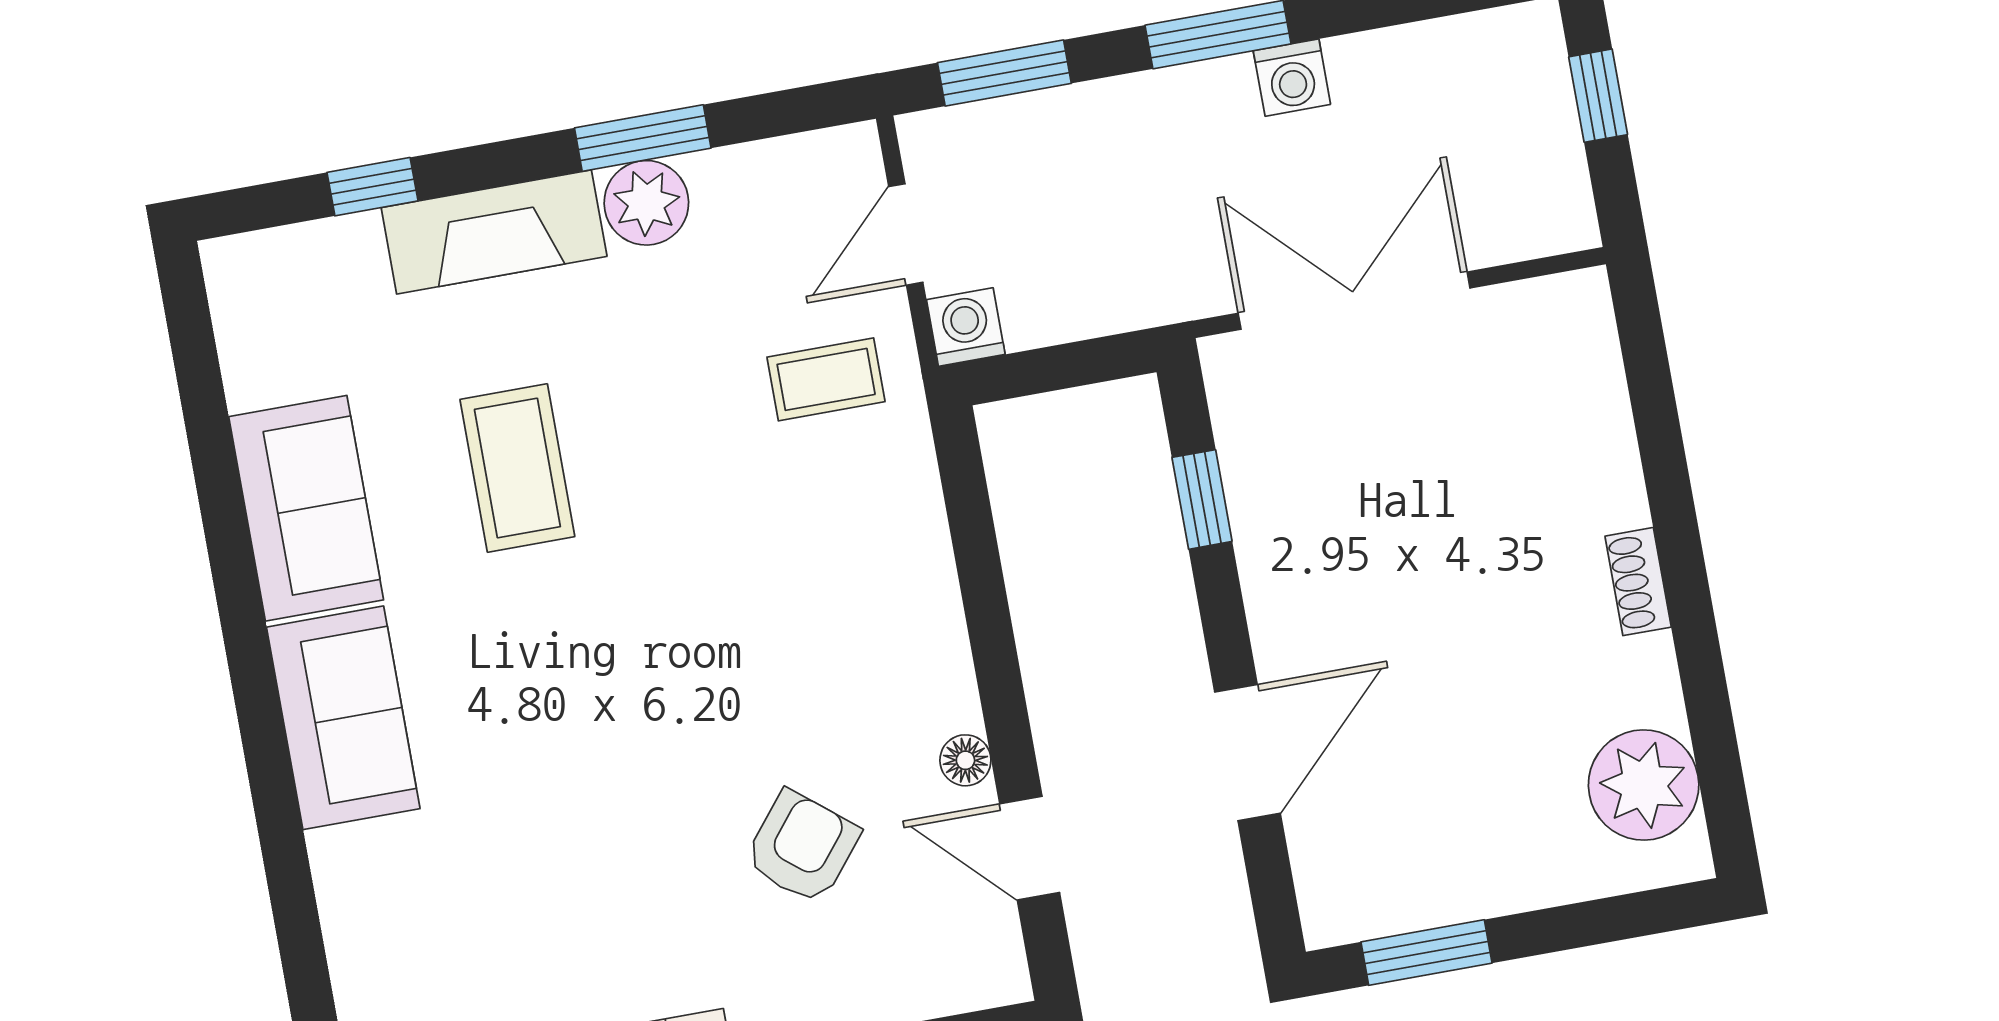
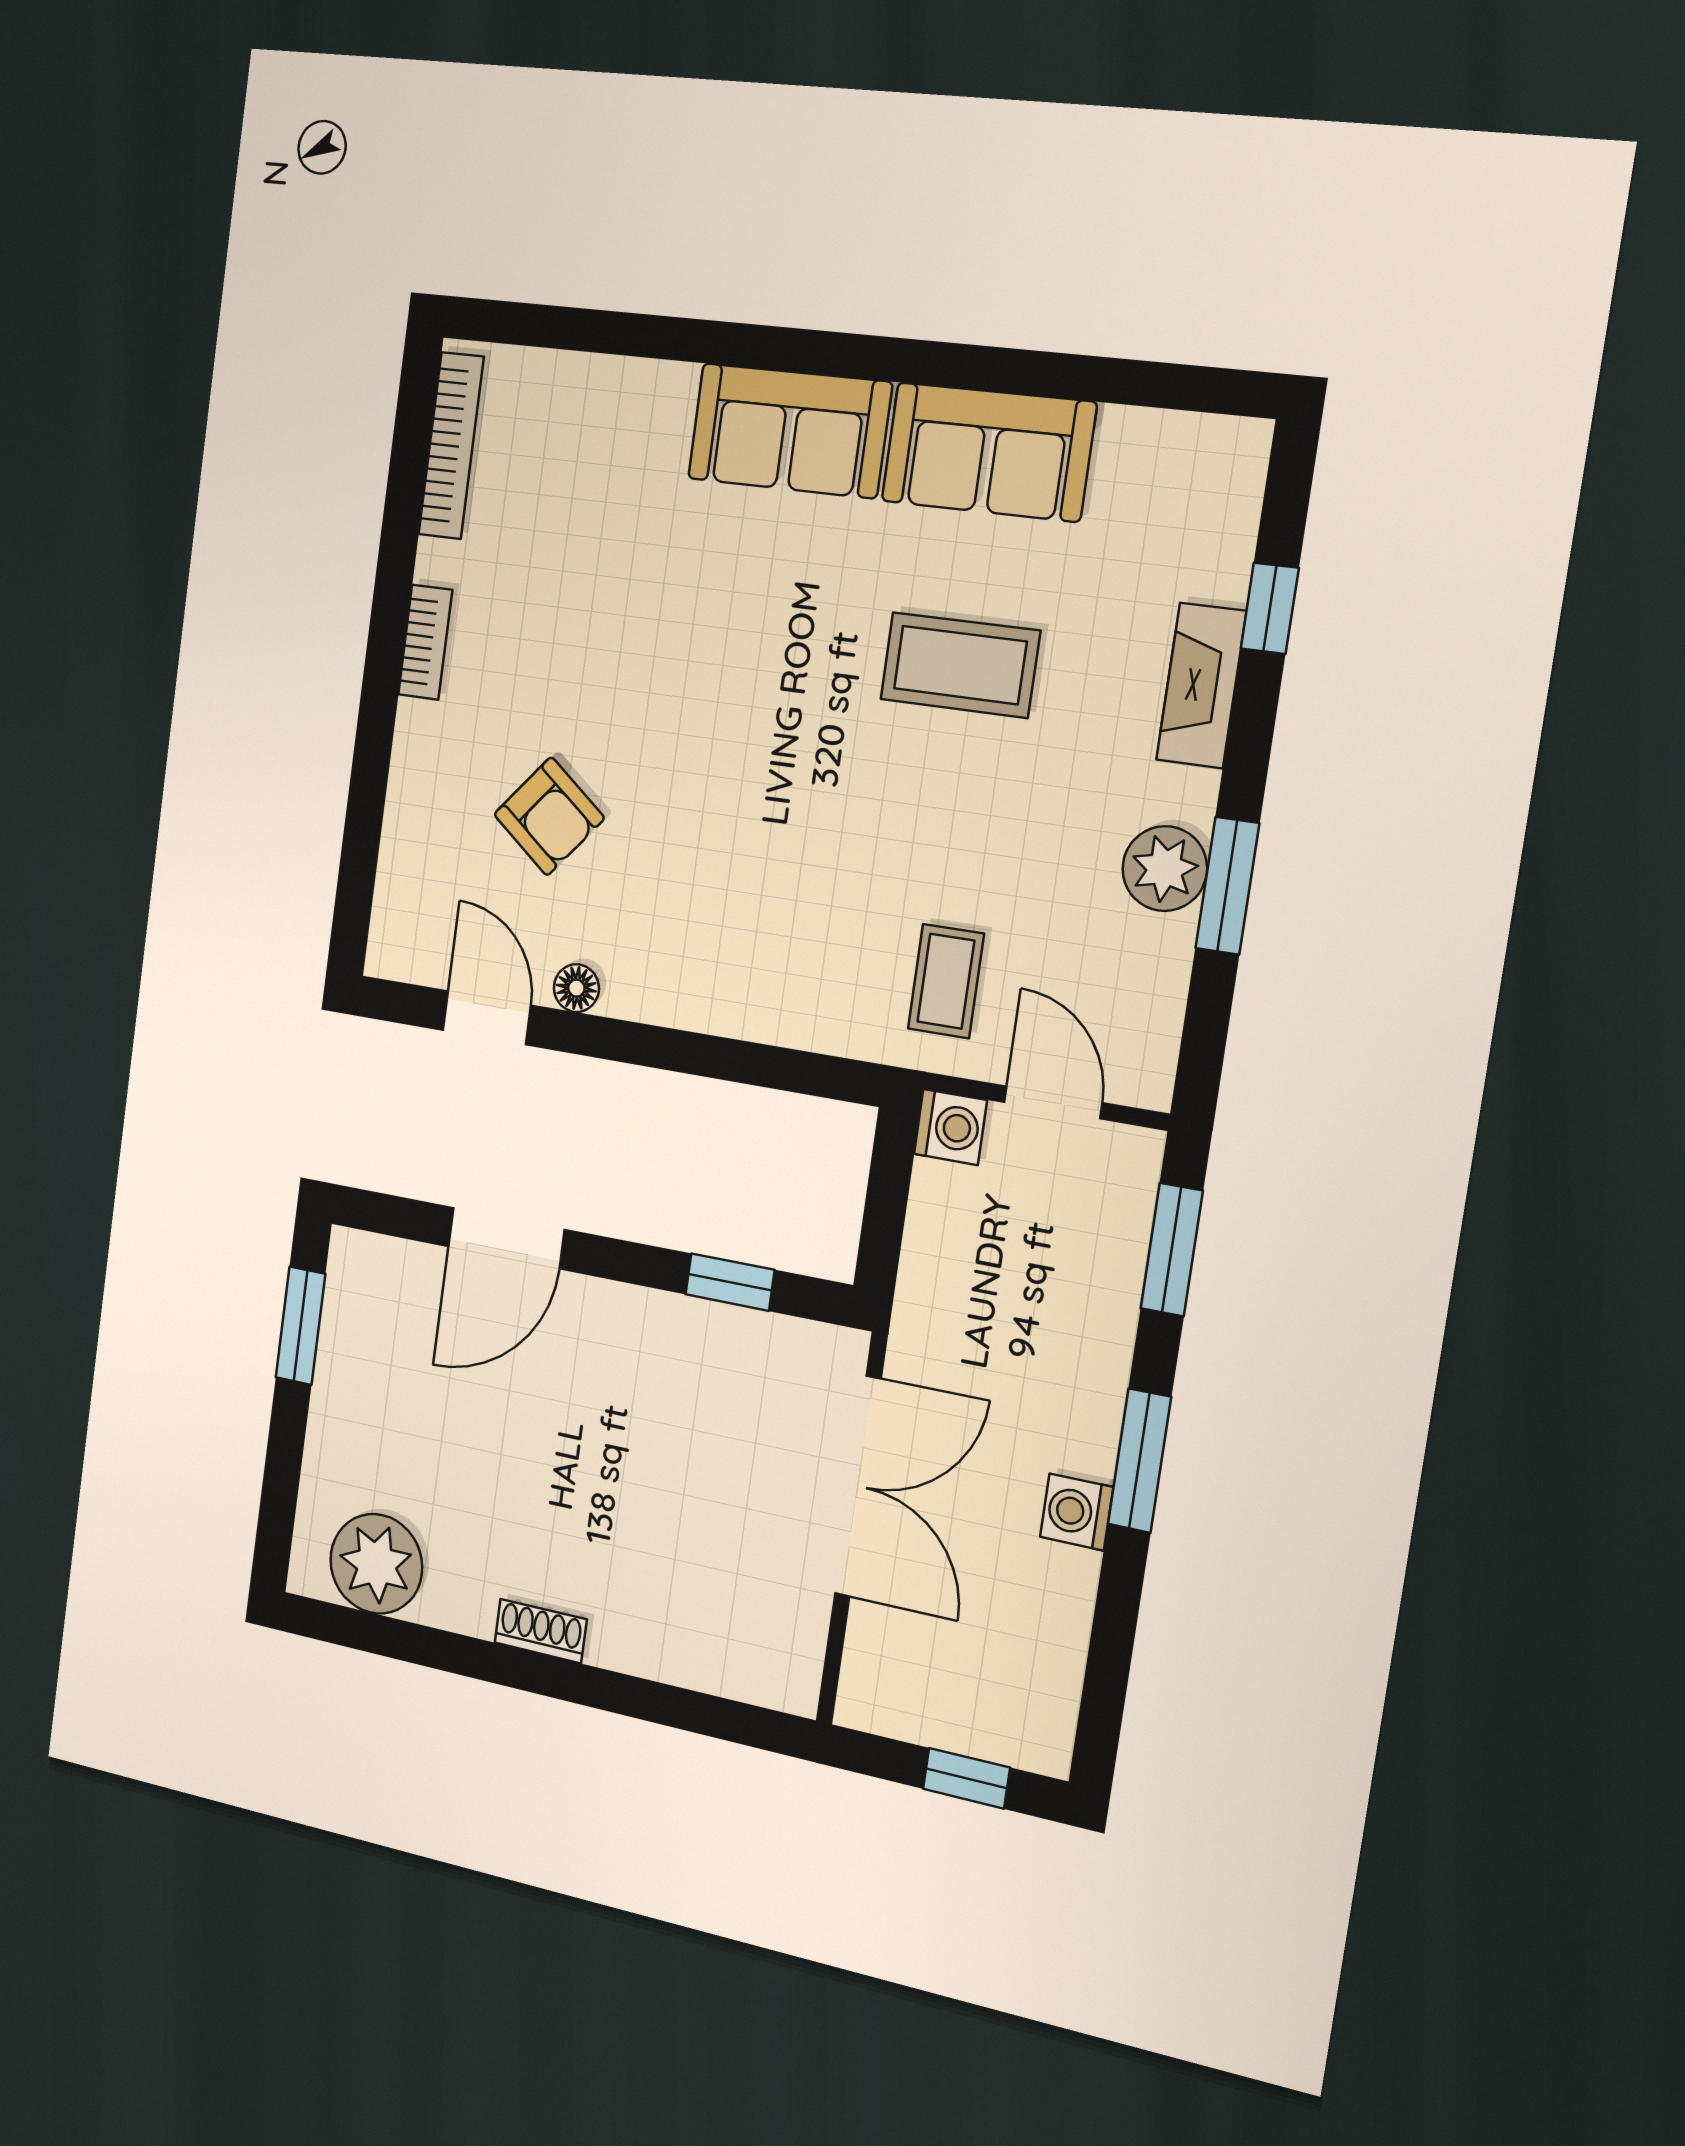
fireplace: (494, 232) -> (1201, 686), width x0.73, depth x0.76
door: (1248, 753) -> (506, 1238), hinge flipped
door: (1030, 848) -> (487, 1018), hinge flipped

